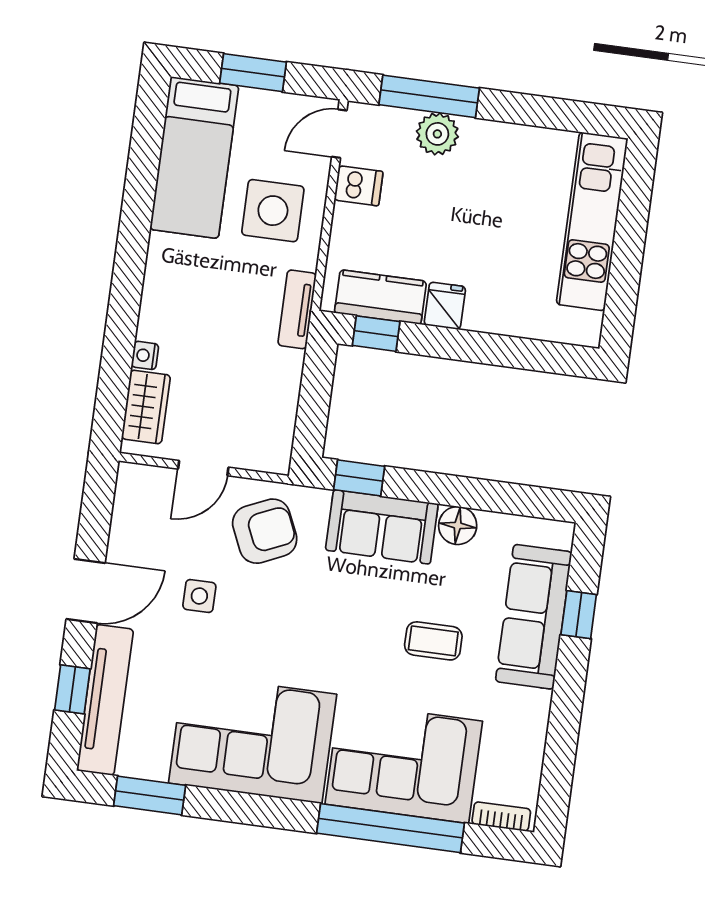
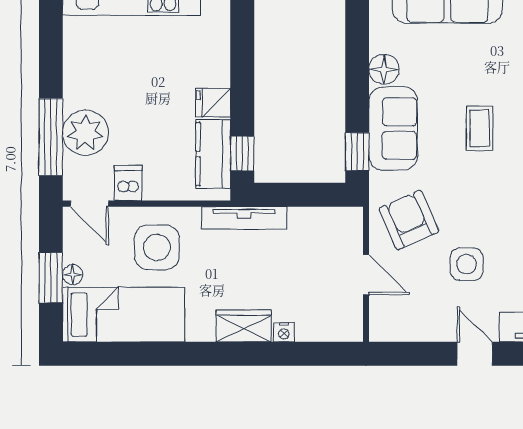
floor lamp: (253, 100) -> (73, 275), added
plant: (437, 134) -> (85, 133), width x1.36, depth x1.36
tv unit: (297, 309) -> (244, 218), width x1.41
wardrobe: (146, 407) -> (244, 326), moved
door: (86, 591) -> (475, 354), width x0.73
side table: (199, 596) -> (467, 264), width x1.37, depth x1.37
coffee table: (433, 641) -> (480, 128), moved

